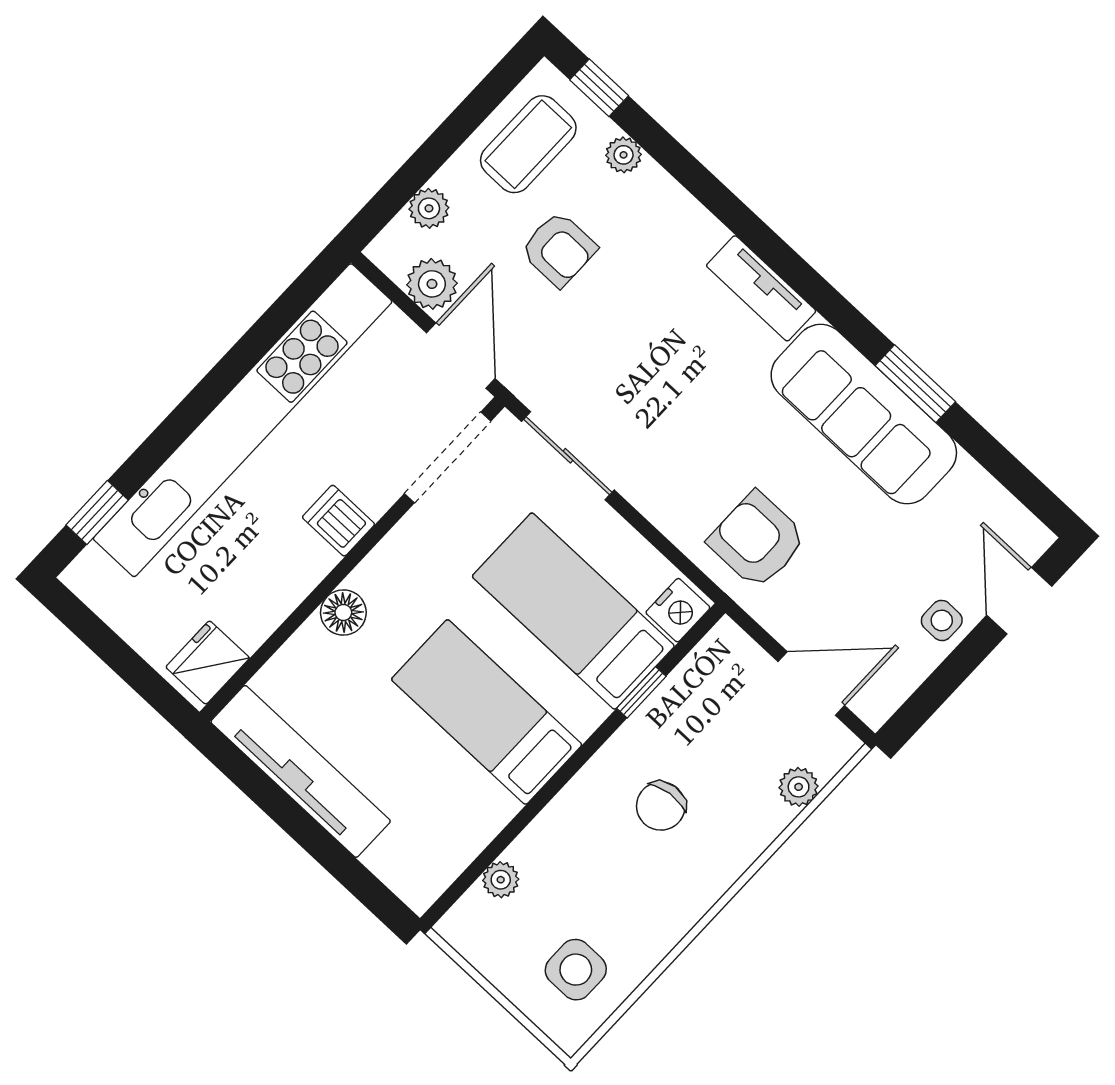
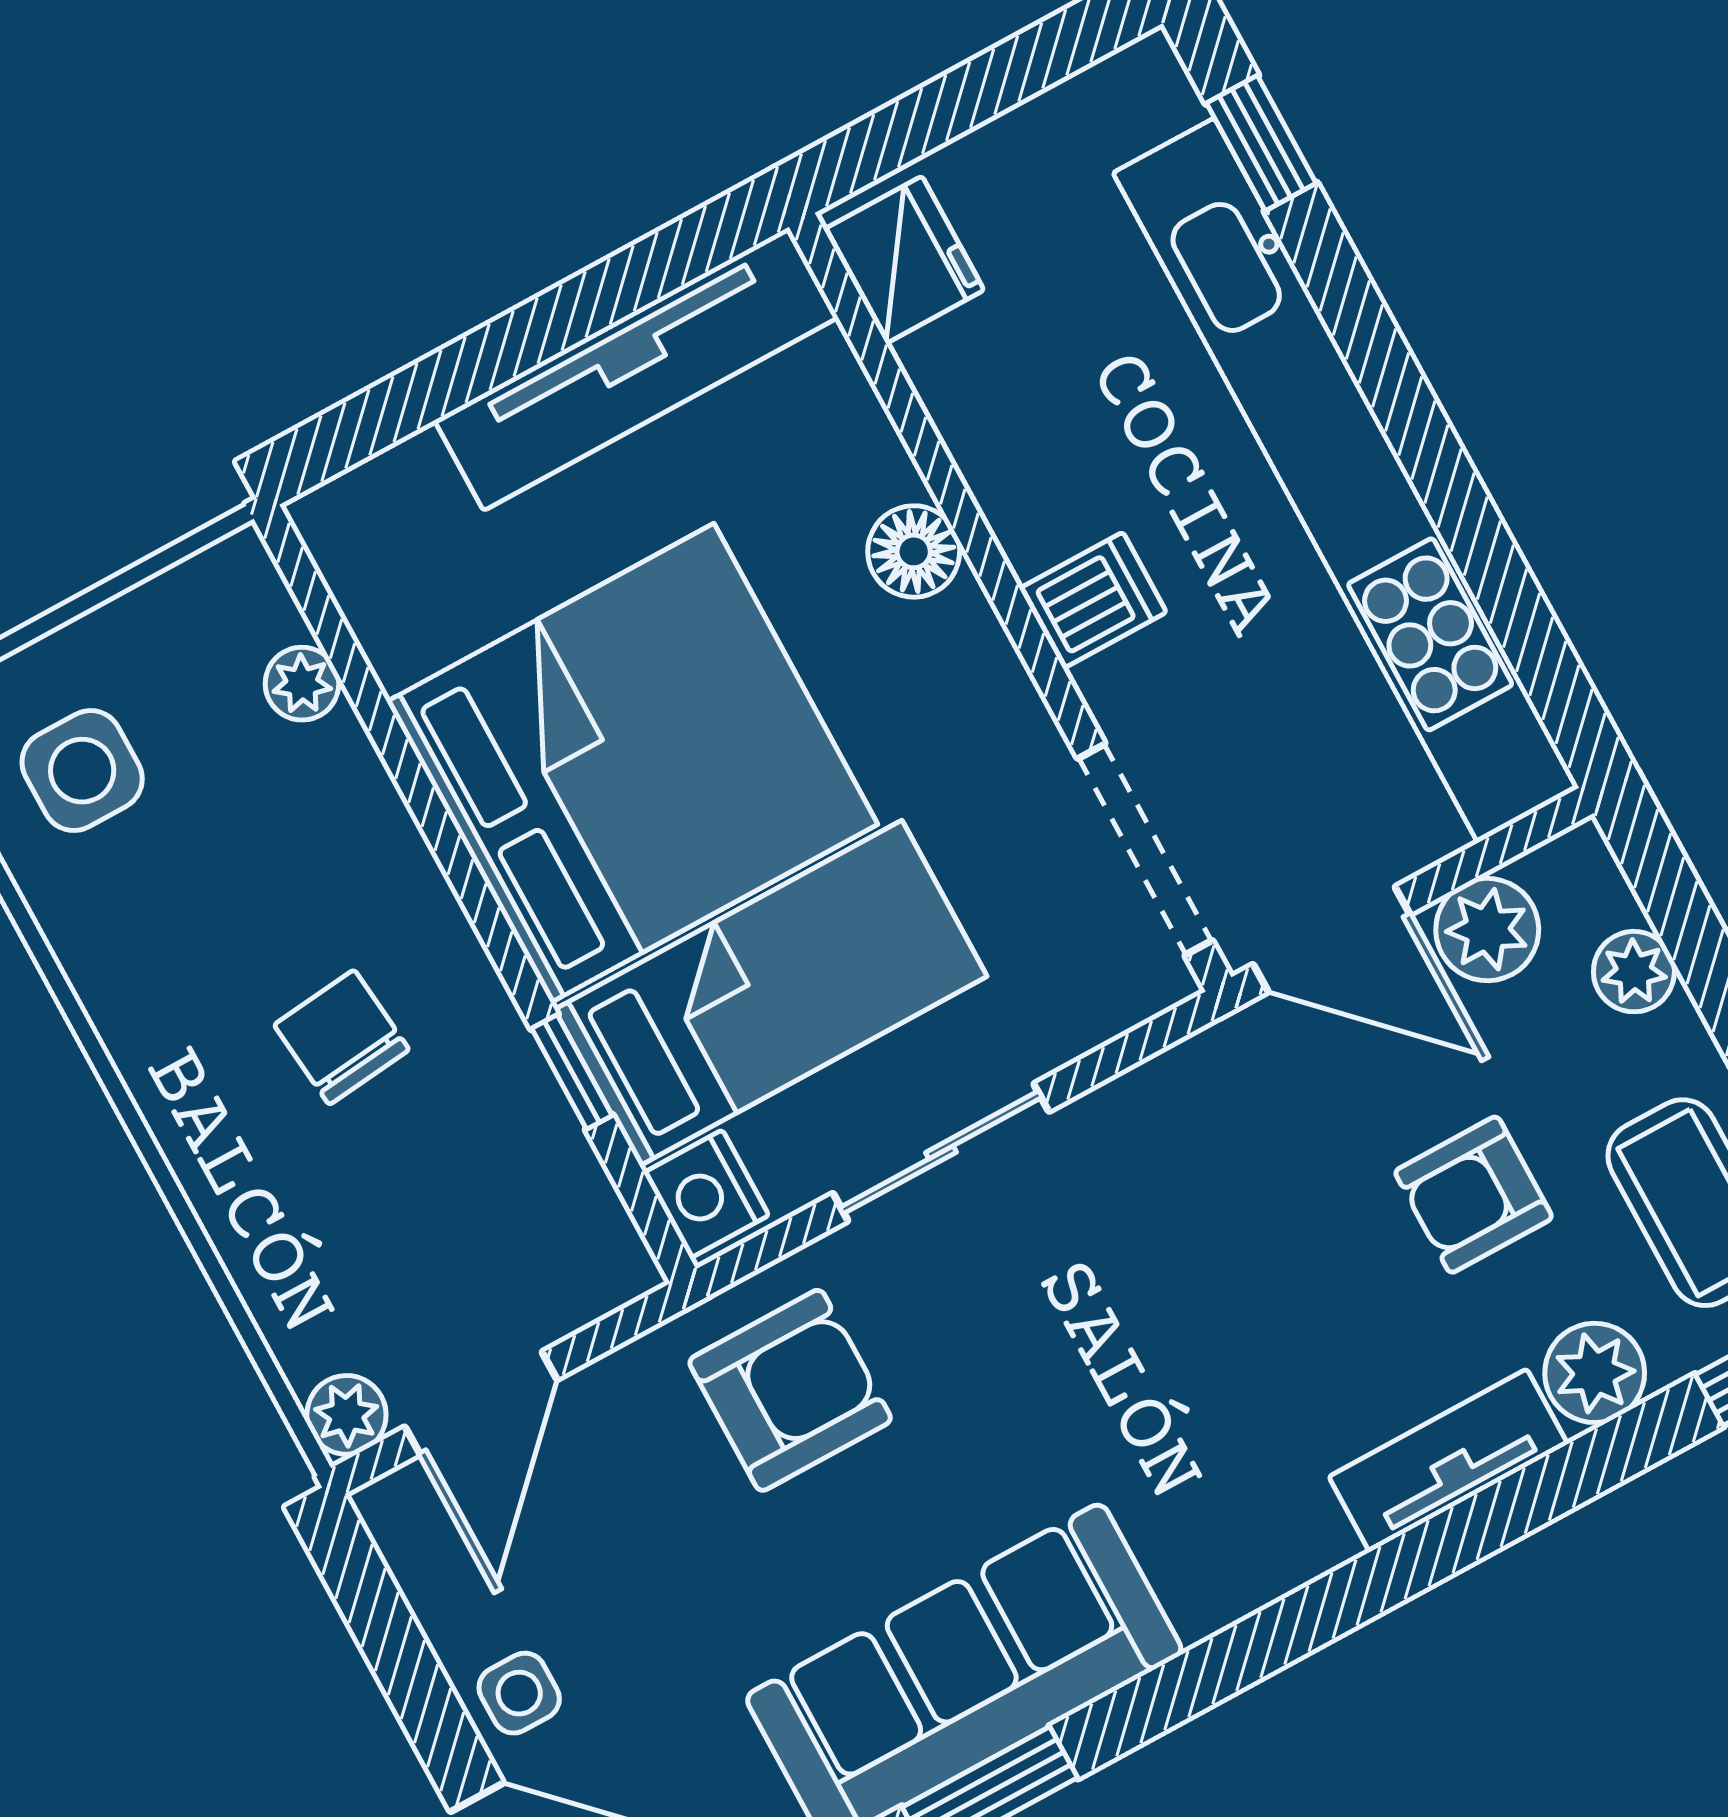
plant: (624, 155) -> (1595, 1373), width x1.38, depth x1.38
tv unit: (761, 288) -> (1448, 1460), moved
sliding door: (568, 456) -> (941, 1152), moved
bed: (487, 712) -> (632, 763), width x2.04
plant: (799, 787) -> (346, 1415), moved

